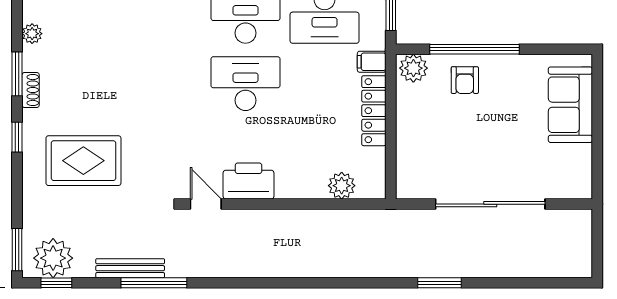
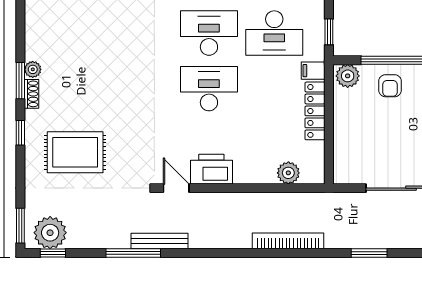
plant: (32, 34) -> (33, 69), moved
bench: (130, 268) -> (159, 241), moved
bookcase: (341, 268) -> (288, 241), added

